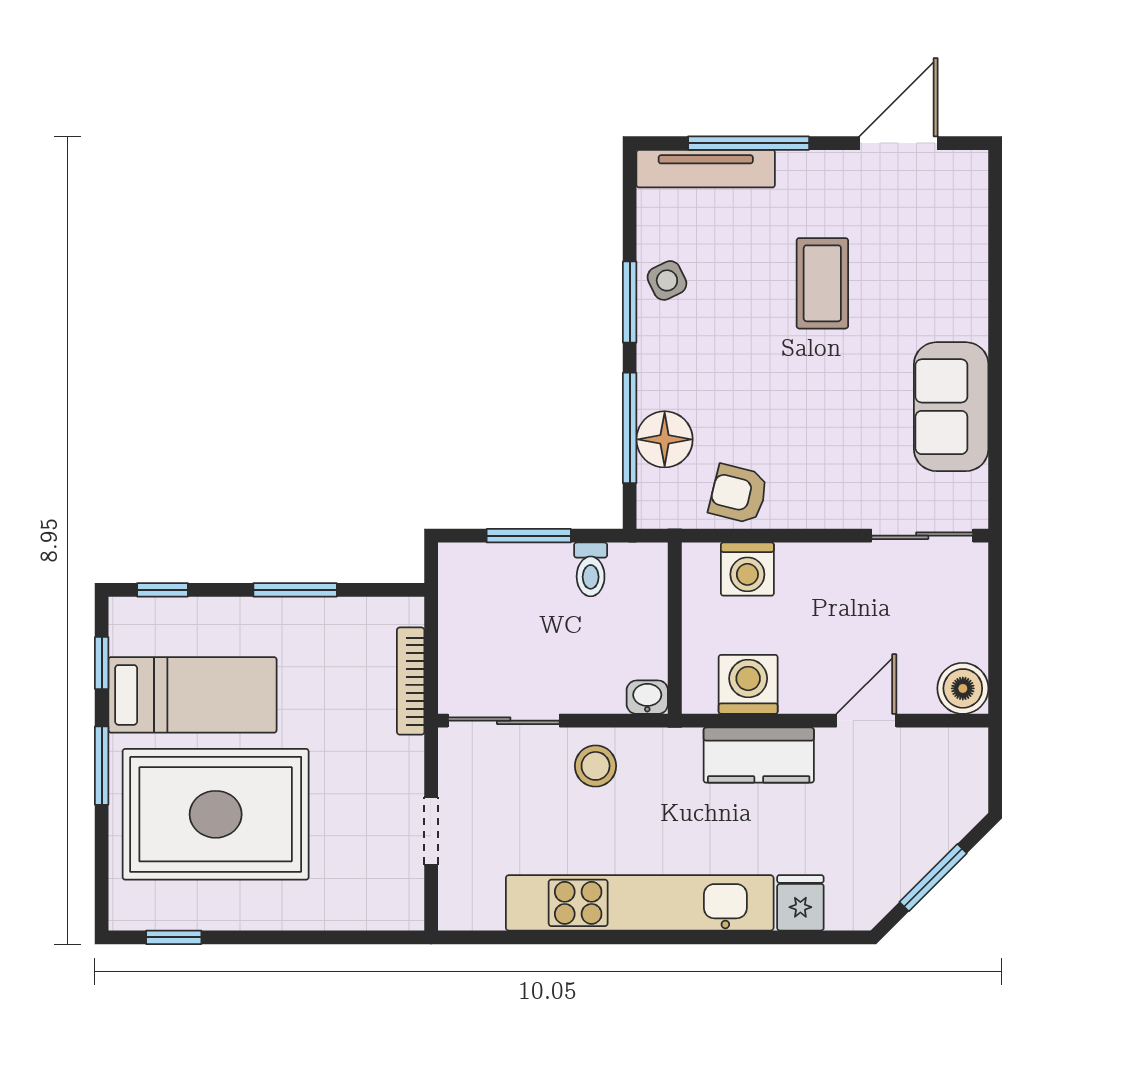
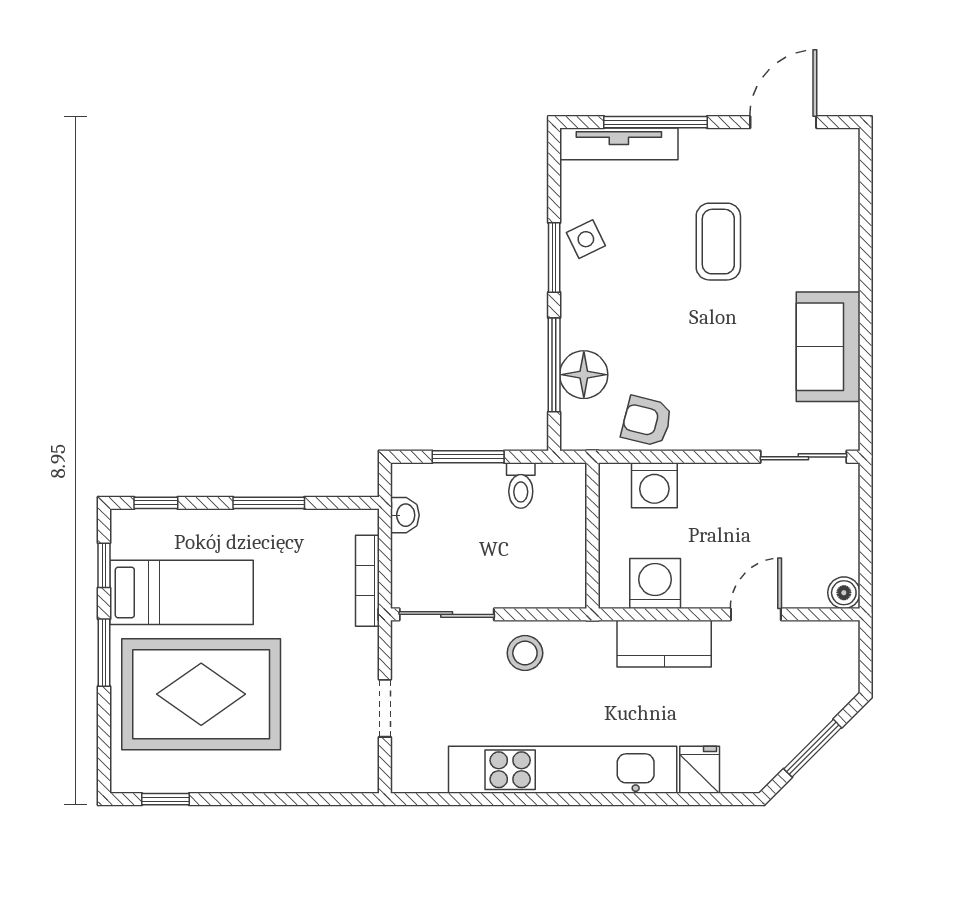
boiler: (963, 688) -> (844, 593), width x0.73, depth x0.73
washbasin: (647, 697) -> (405, 515), moved, turned 90

